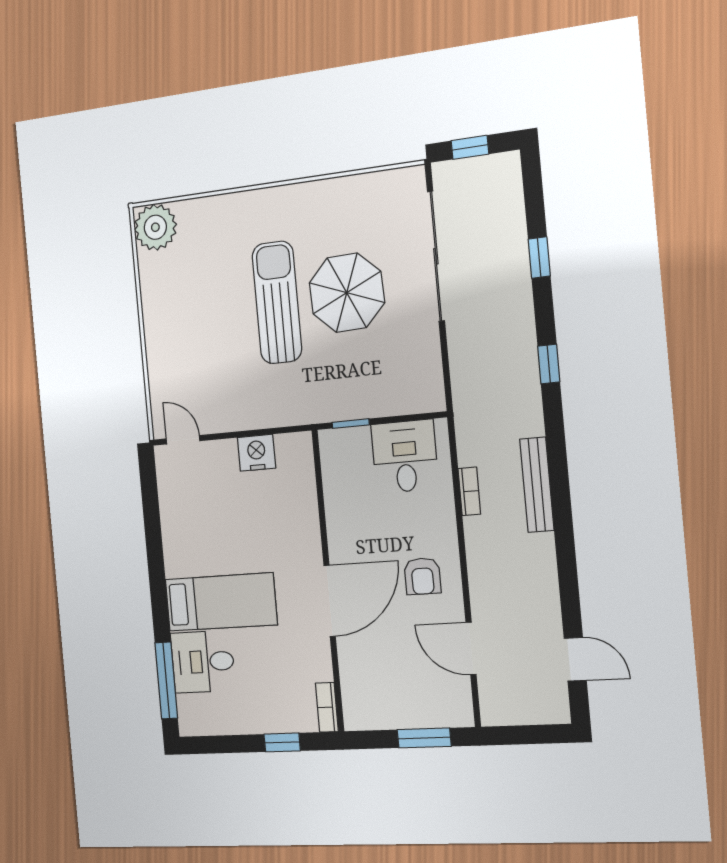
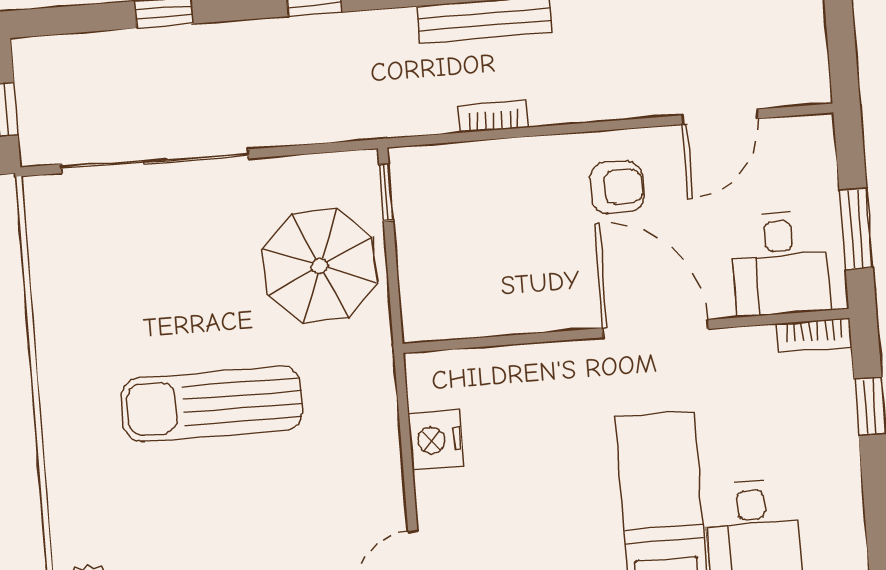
parasol: (347, 293) -> (320, 266), moved
window: (351, 424) -> (386, 193), moved
desk: (405, 456) -> (780, 263), moved, turned -90
window: (424, 738) -> (856, 229), moved

